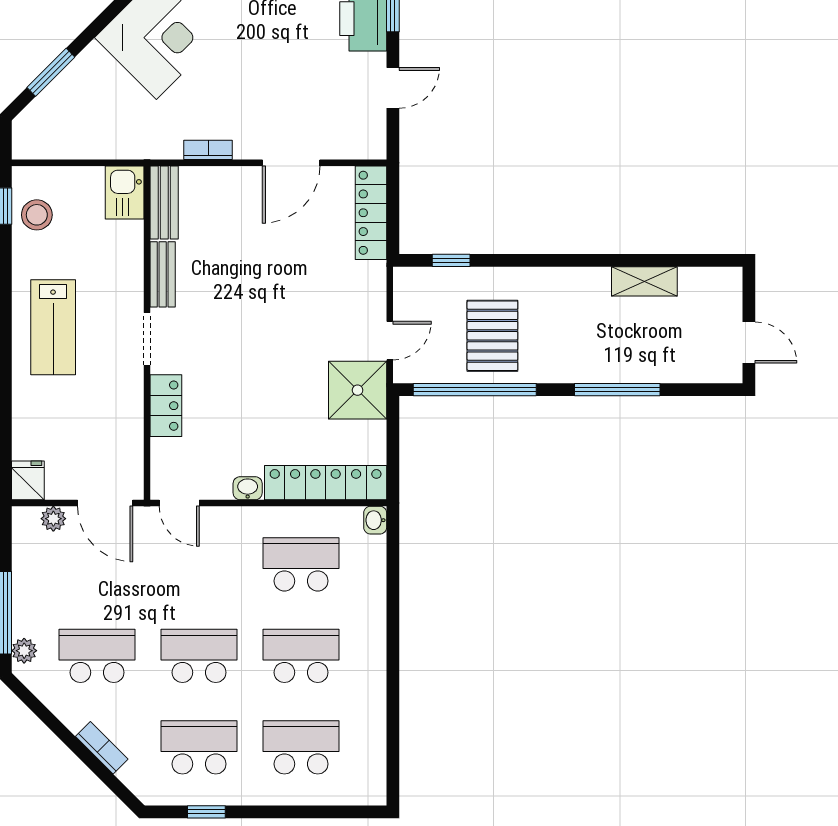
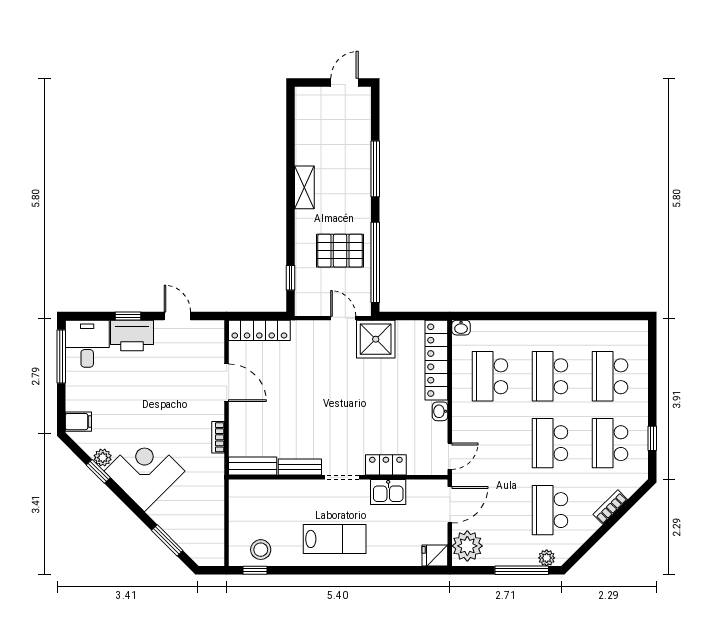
kitchen sink: (125, 192) -> (388, 492), moved
shelving: (644, 281) -> (304, 187), moved
plant: (53, 519) -> (467, 546), width x1.87, depth x1.87

